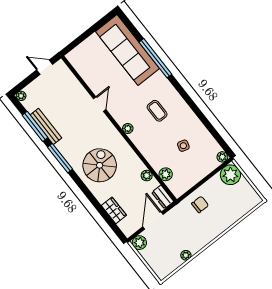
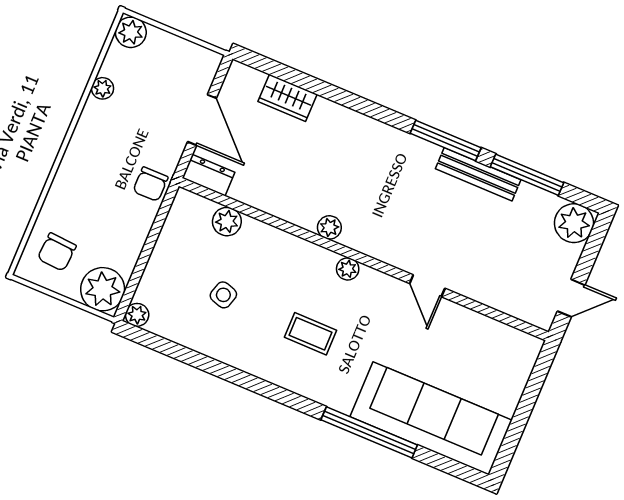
plant: (21, 96) -> (574, 223), width x1.88, depth x1.88
bench: (46, 126) -> (478, 174), moved
spiral stairs: (100, 165) -> (362, 169), removed
plant: (147, 176) -> (329, 227), moved
chair: (241, 200) -> (57, 252), added
chair: (200, 204) -> (150, 184), moved
plant: (139, 243) -> (131, 32), moved

